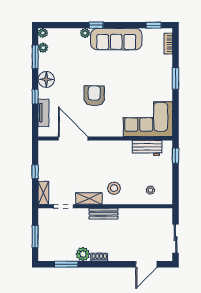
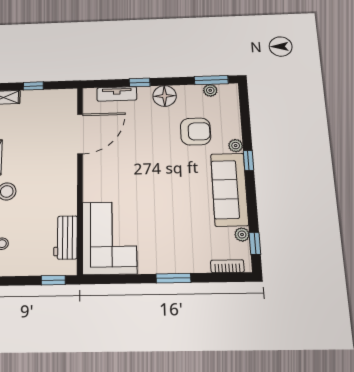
plant: (43, 33) -> (242, 235), moved
window: (35, 57) -> (211, 80), moved
armchair: (94, 96) -> (196, 131), moved

